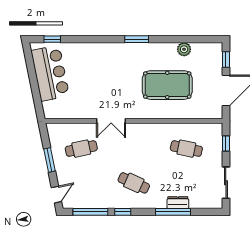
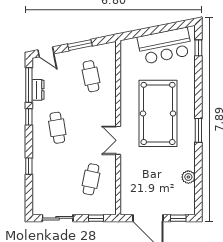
pool table: (167, 85) -> (158, 113), moved, width x1.36, depth x1.32
double door: (111, 121) -> (118, 140), moved
cafe table: (134, 183) -> (57, 128), turned -33
dresser: (178, 203) -> (38, 90), moved
window: (173, 212) -> (29, 166), width x0.46

